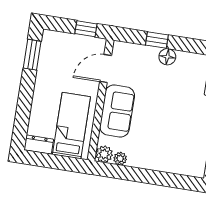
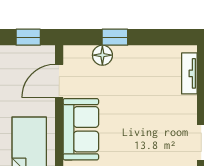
floor lamp: (167, 57) -> (102, 55), moved

